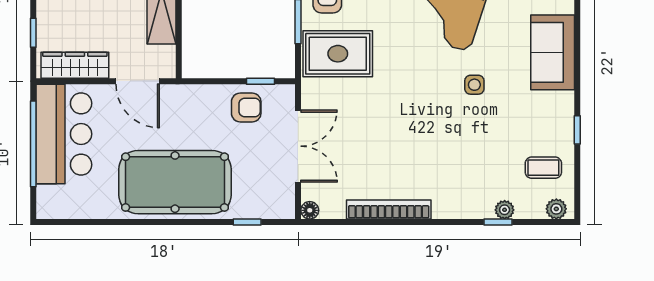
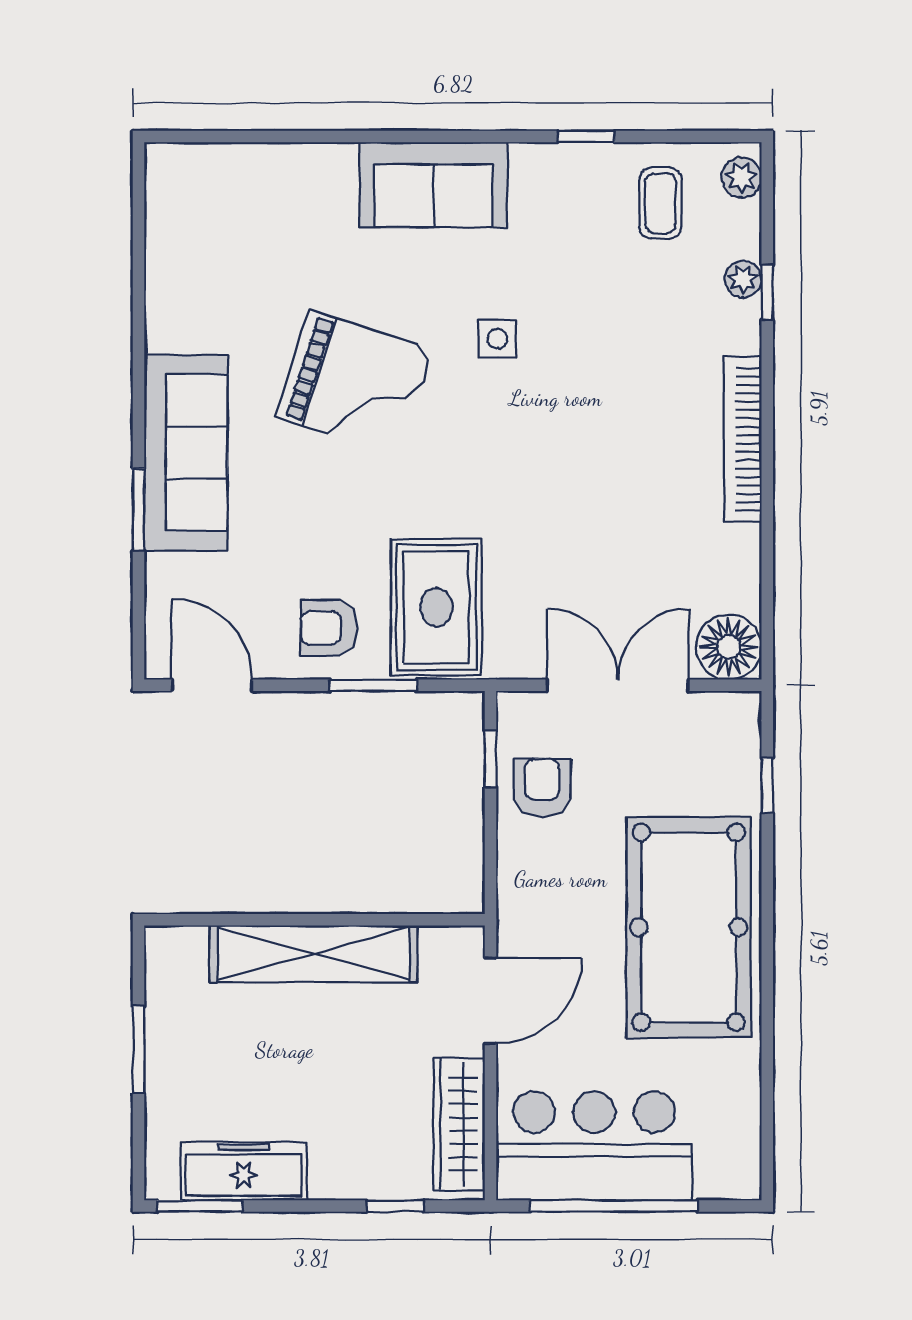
floor lamp: (310, 210) -> (729, 647), width x1.89, depth x1.89
bookcase: (389, 210) -> (743, 439), moved

